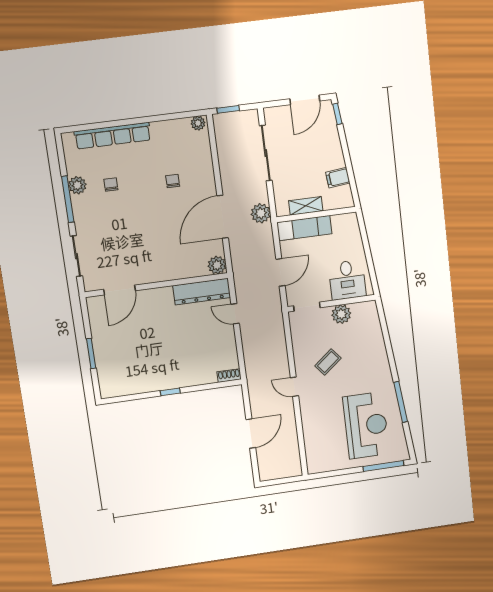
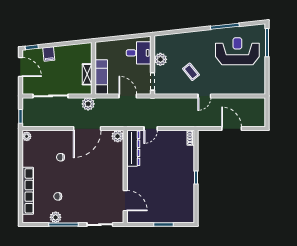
filing cabinet: (338, 178) -> (49, 54), moved
door: (223, 217) -> (87, 129), hinge flipped

